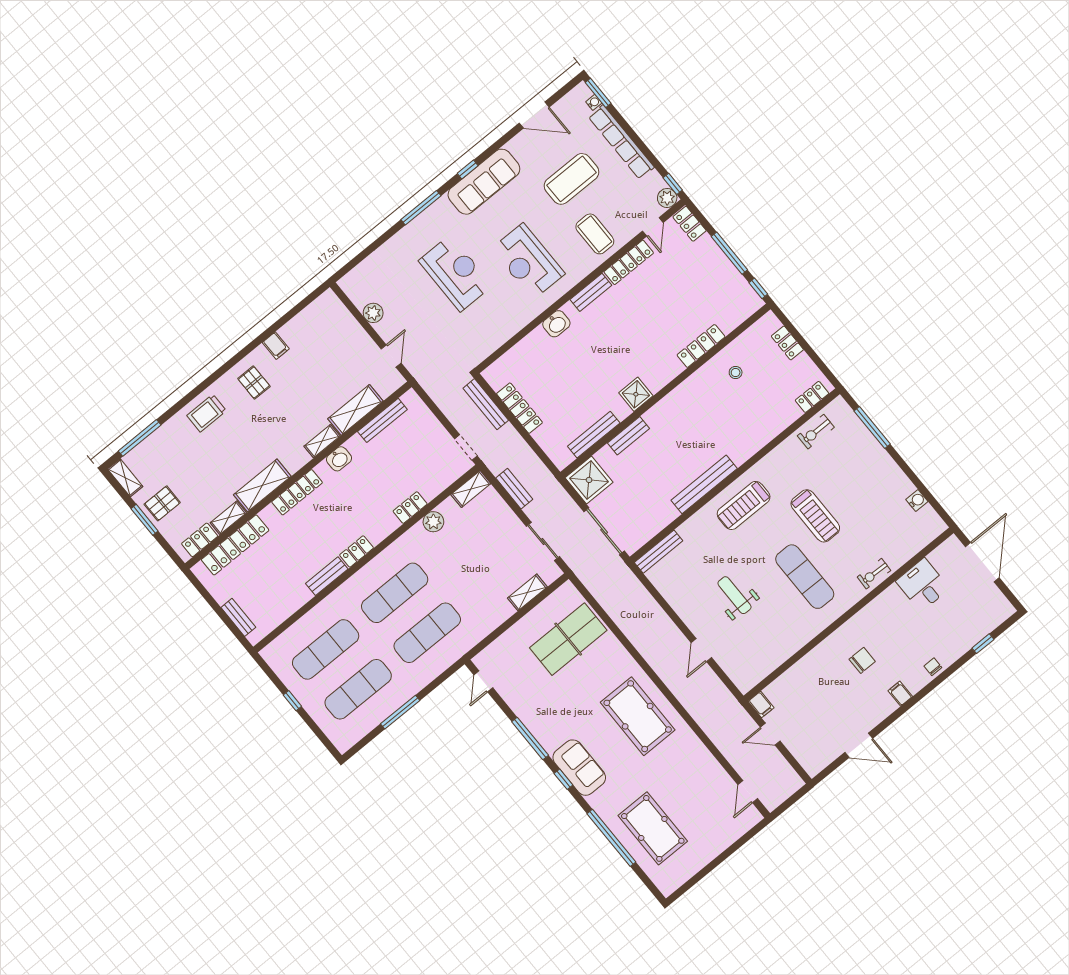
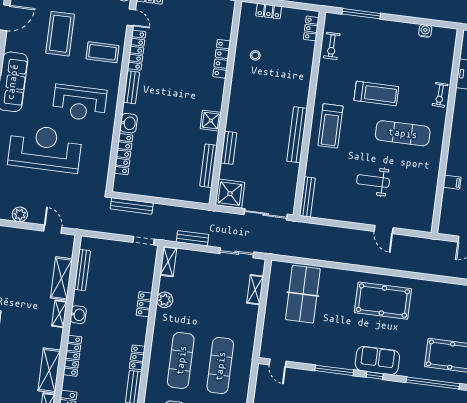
reception desk: (455, 273) -> (45, 148), width x1.36, depth x1.30
locker: (519, 408) -> (123, 154), moved, turned 90
filing cabinet: (761, 705) -> (452, 182), moved

